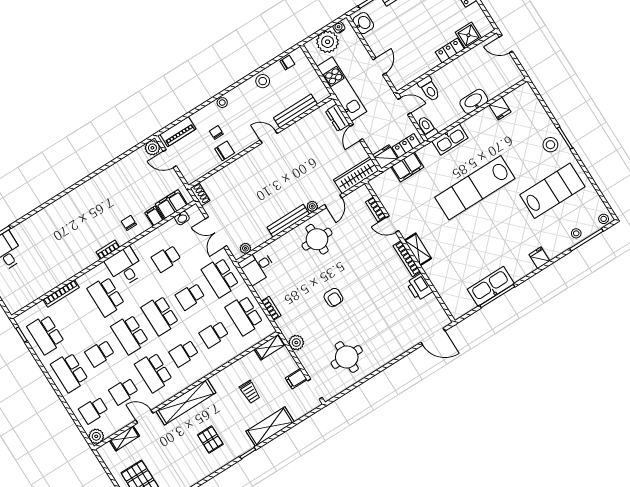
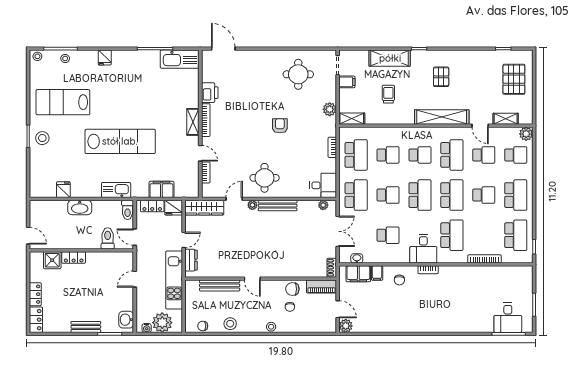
piano: (178, 132) -> (321, 287), moved, turned 180
kitchen sink: (491, 286) -> (180, 59), moved

